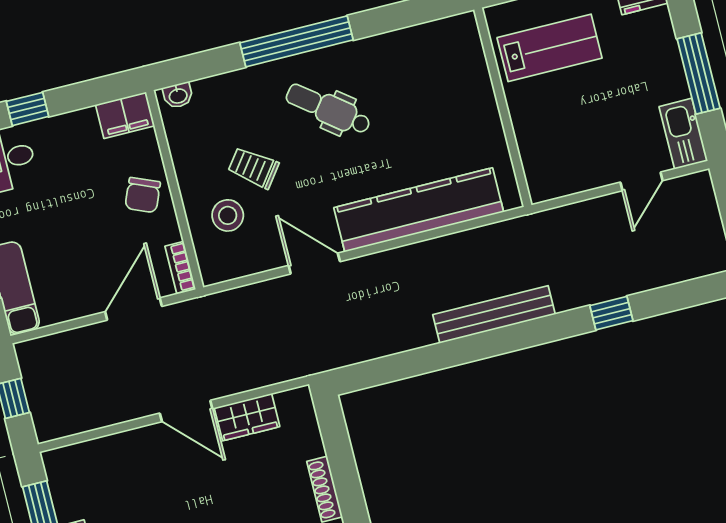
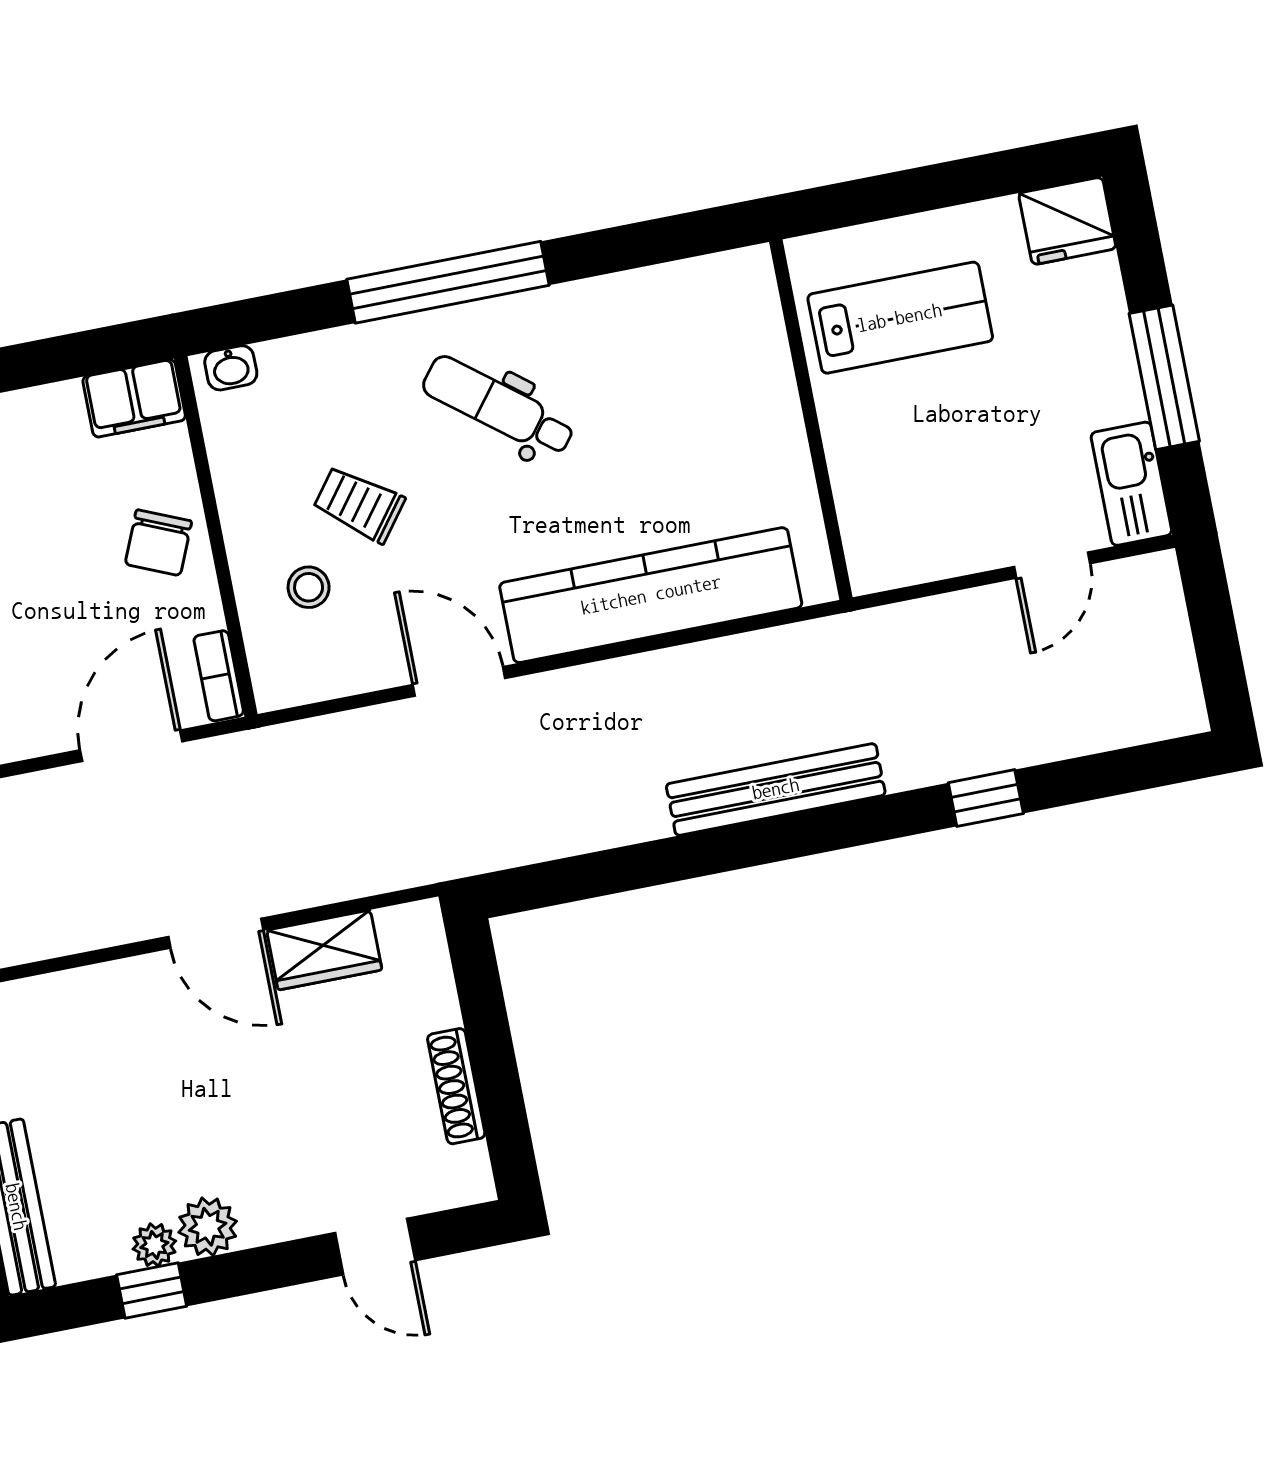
stool: (228, 215) -> (309, 587), width x0.73, depth x0.73

